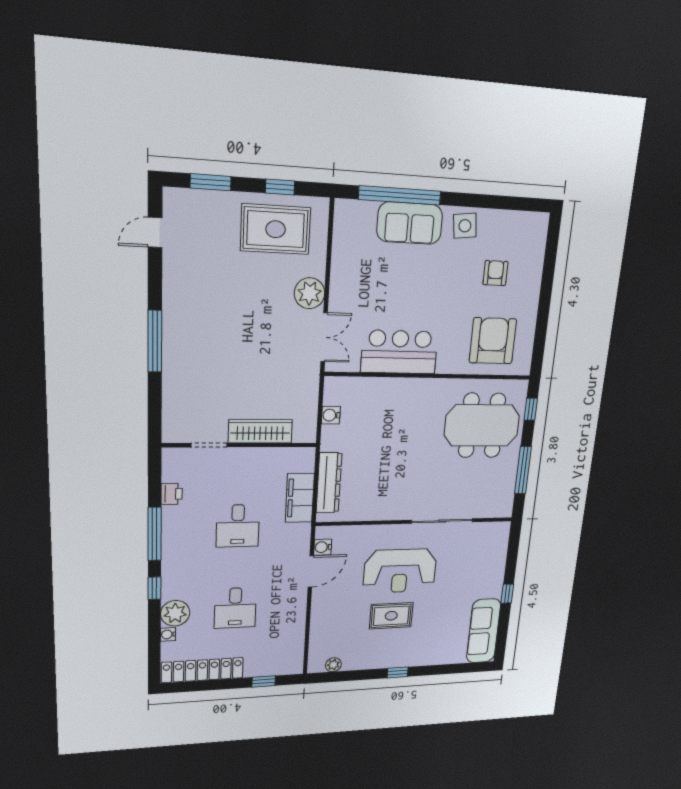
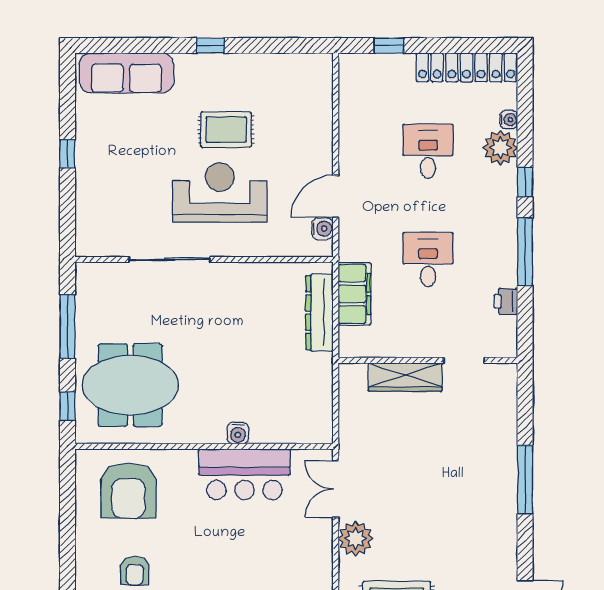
water cooler: (331, 415) -> (238, 433), moved, turned 90
sofa: (484, 631) -> (126, 73), moved, turned 90
plant: (333, 665) -> (299, 63), removed

